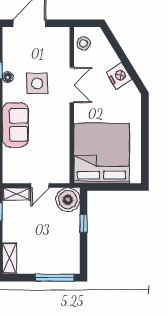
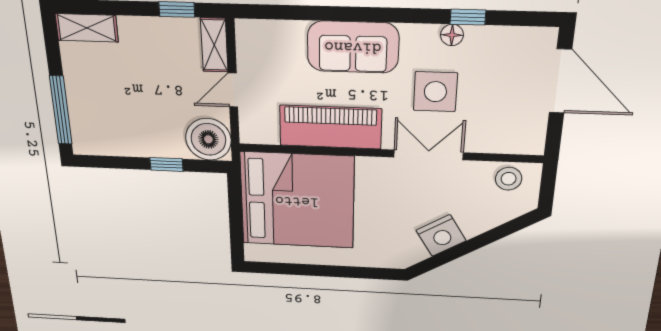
double door: (72, 85) -> (428, 155), swing flipped
piano: (58, 136) -> (330, 127), added
door: (40, 186) -> (233, 90), hinge flipped

